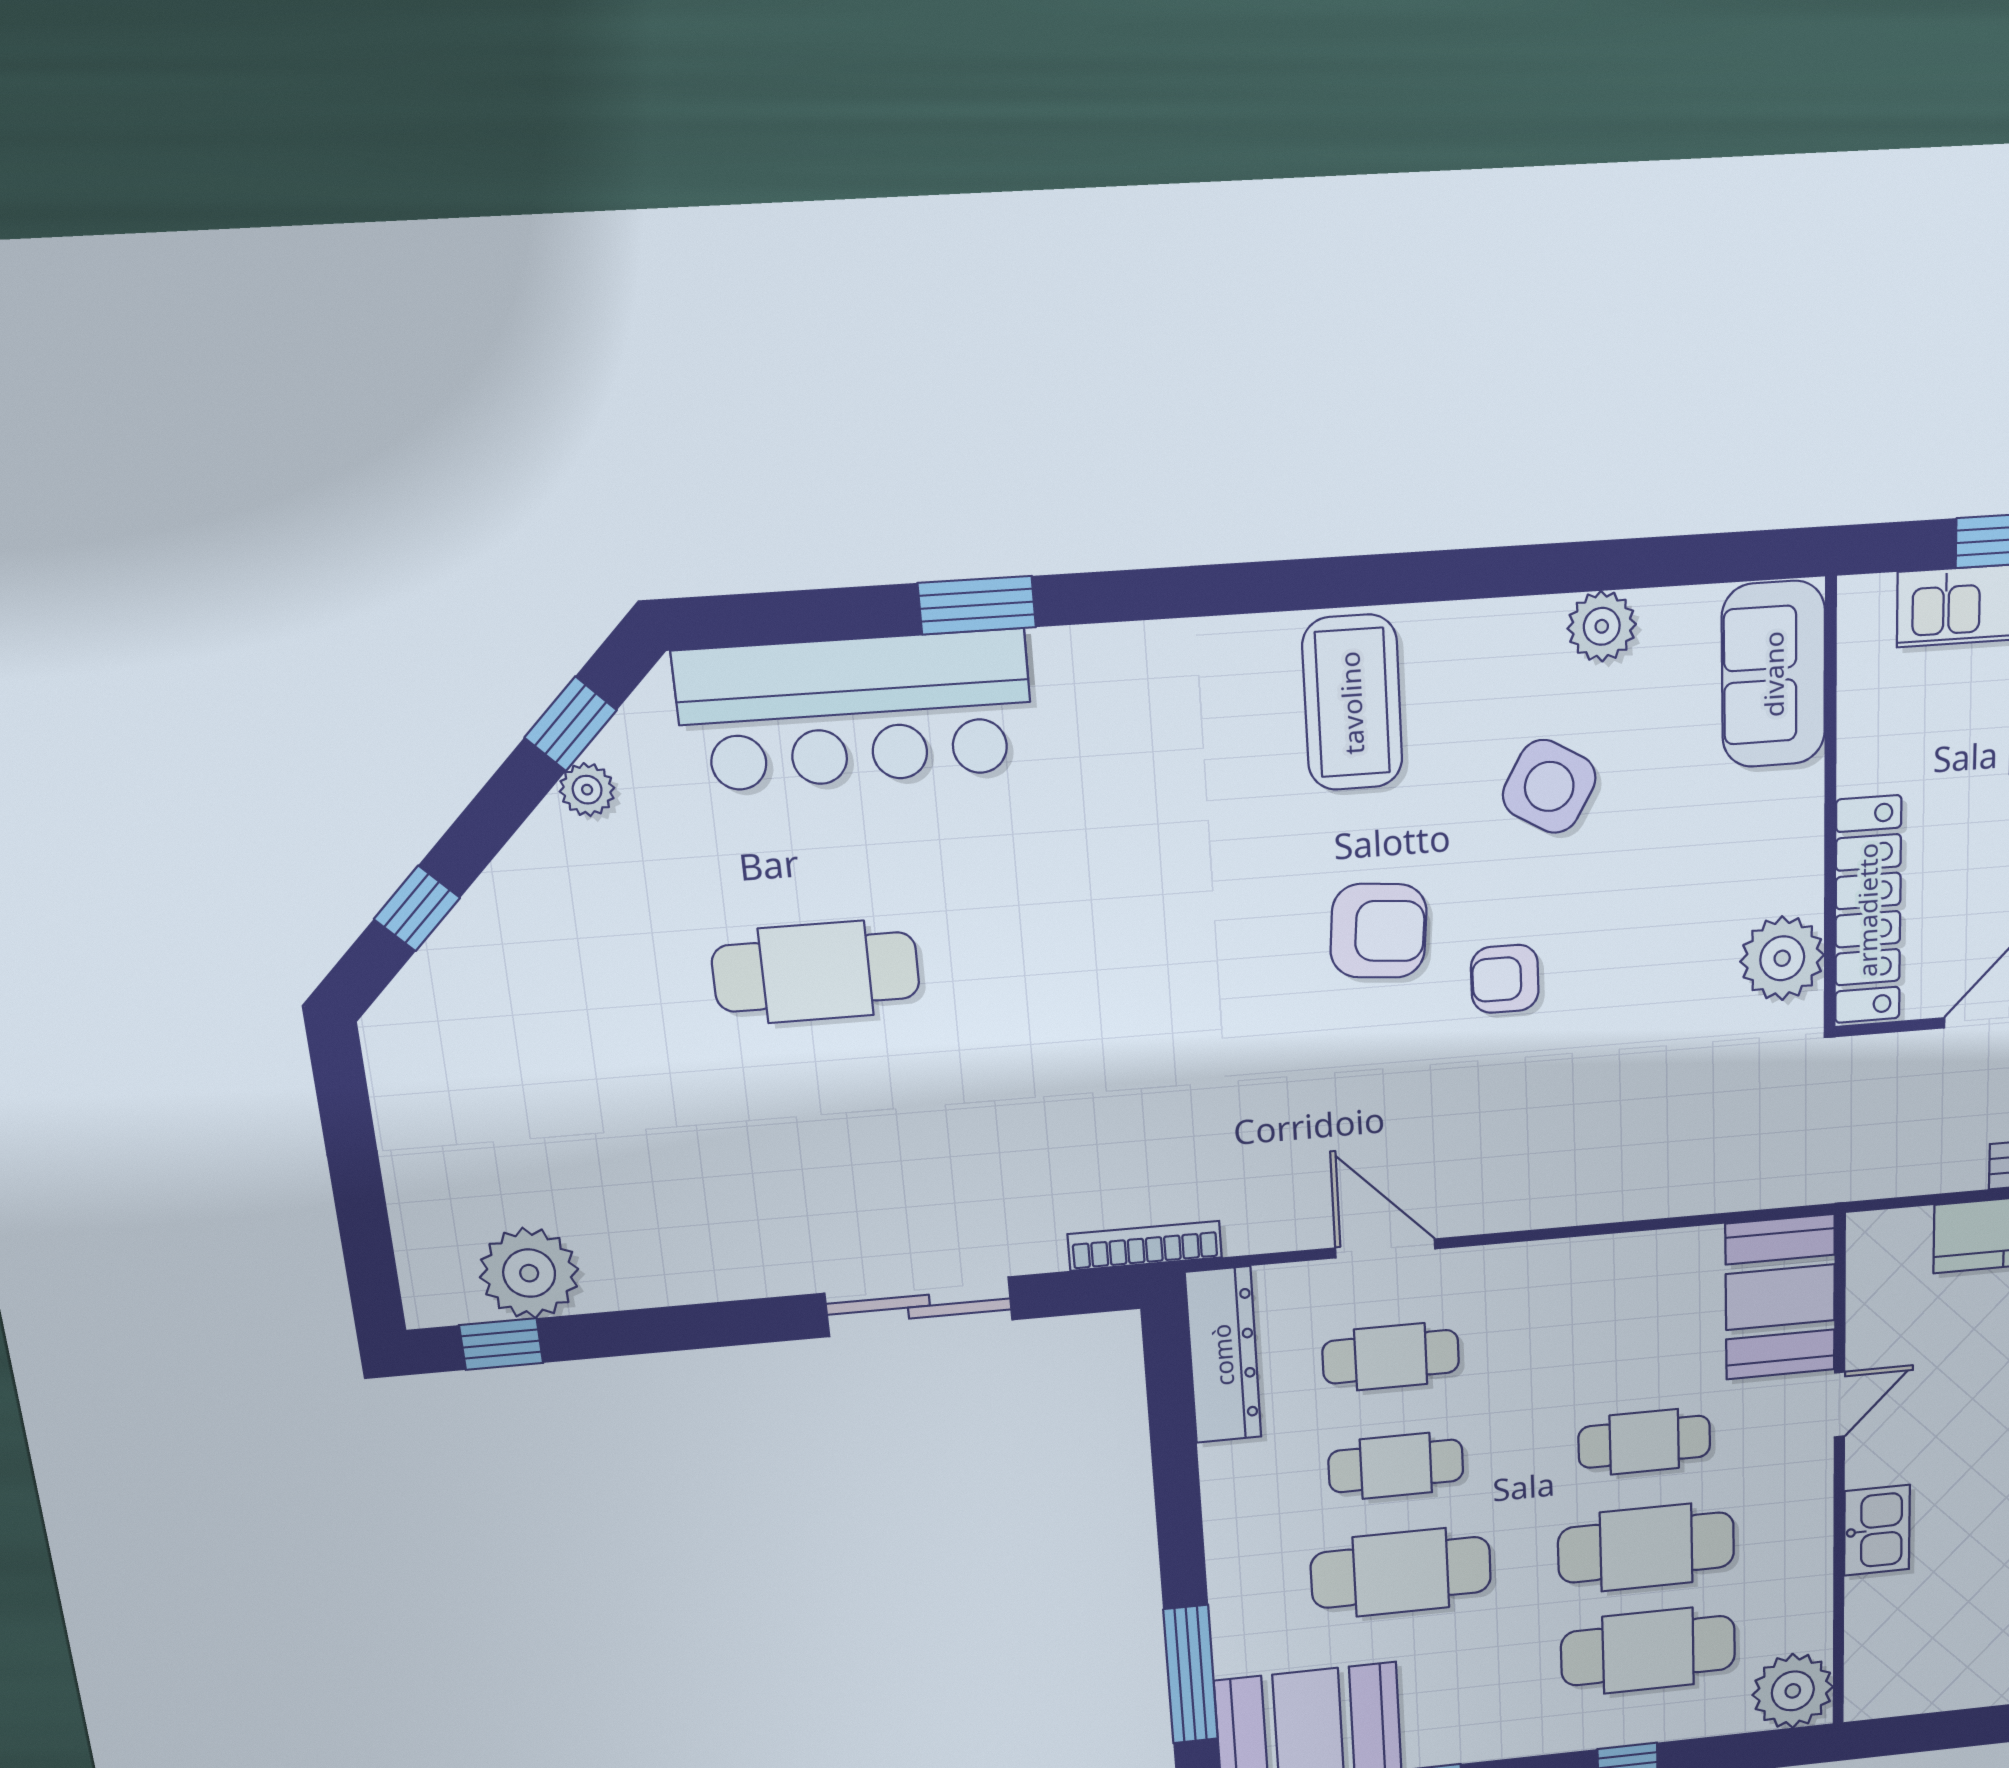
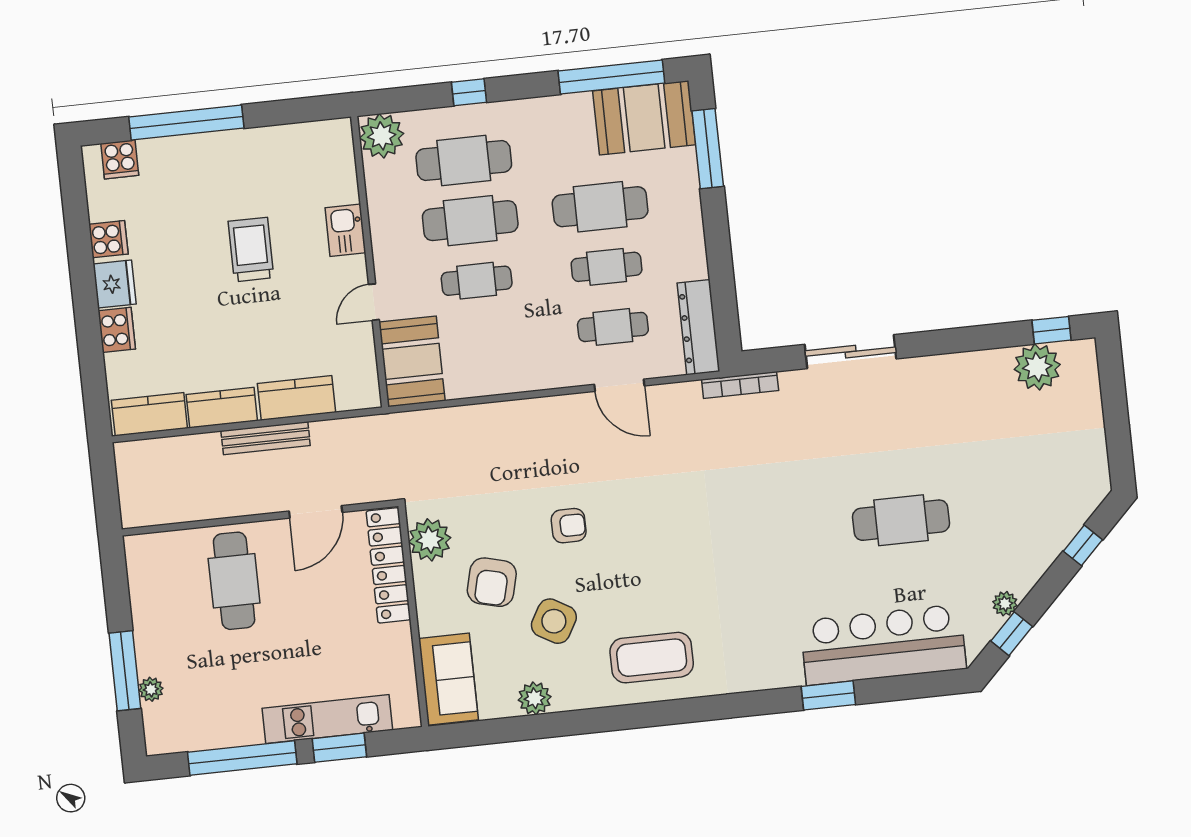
coffee table: (1352, 703) -> (652, 658), turned 90
armchair: (1379, 931) -> (492, 582), moved, turned -81

